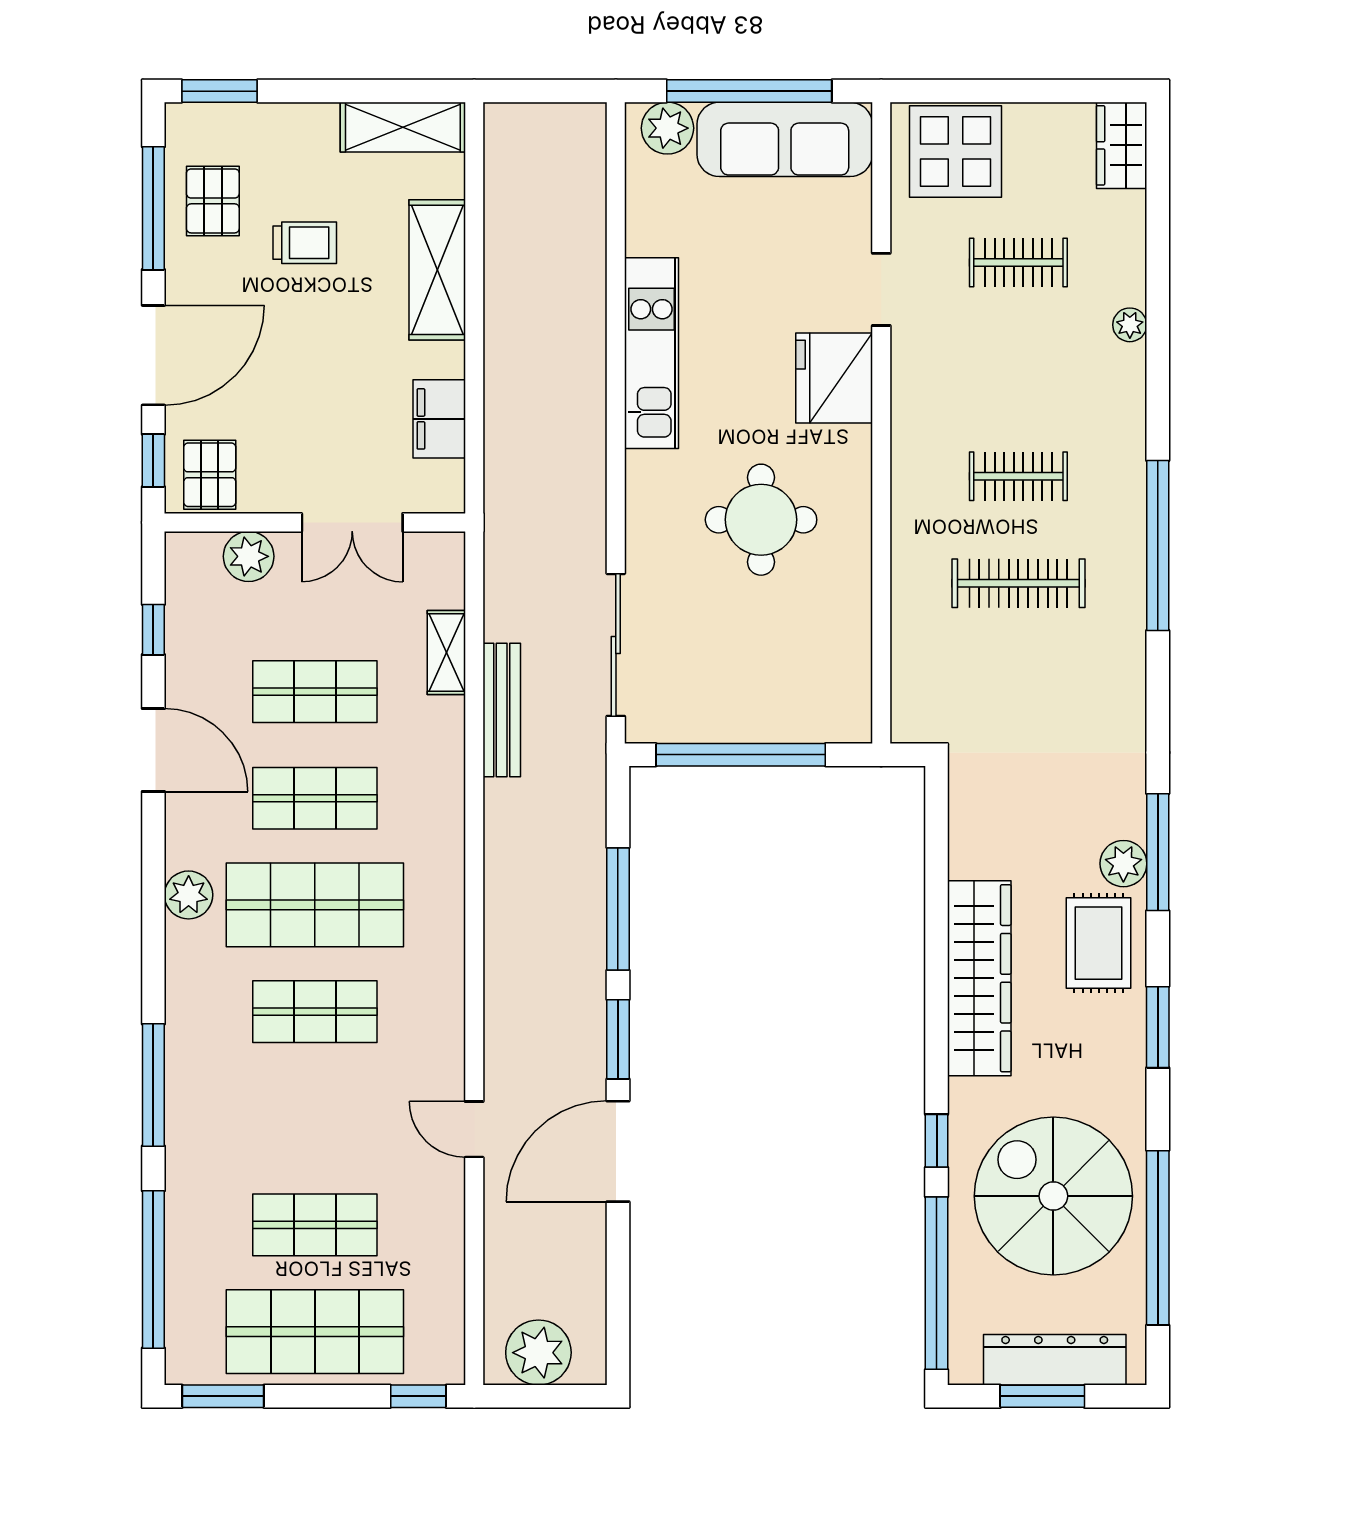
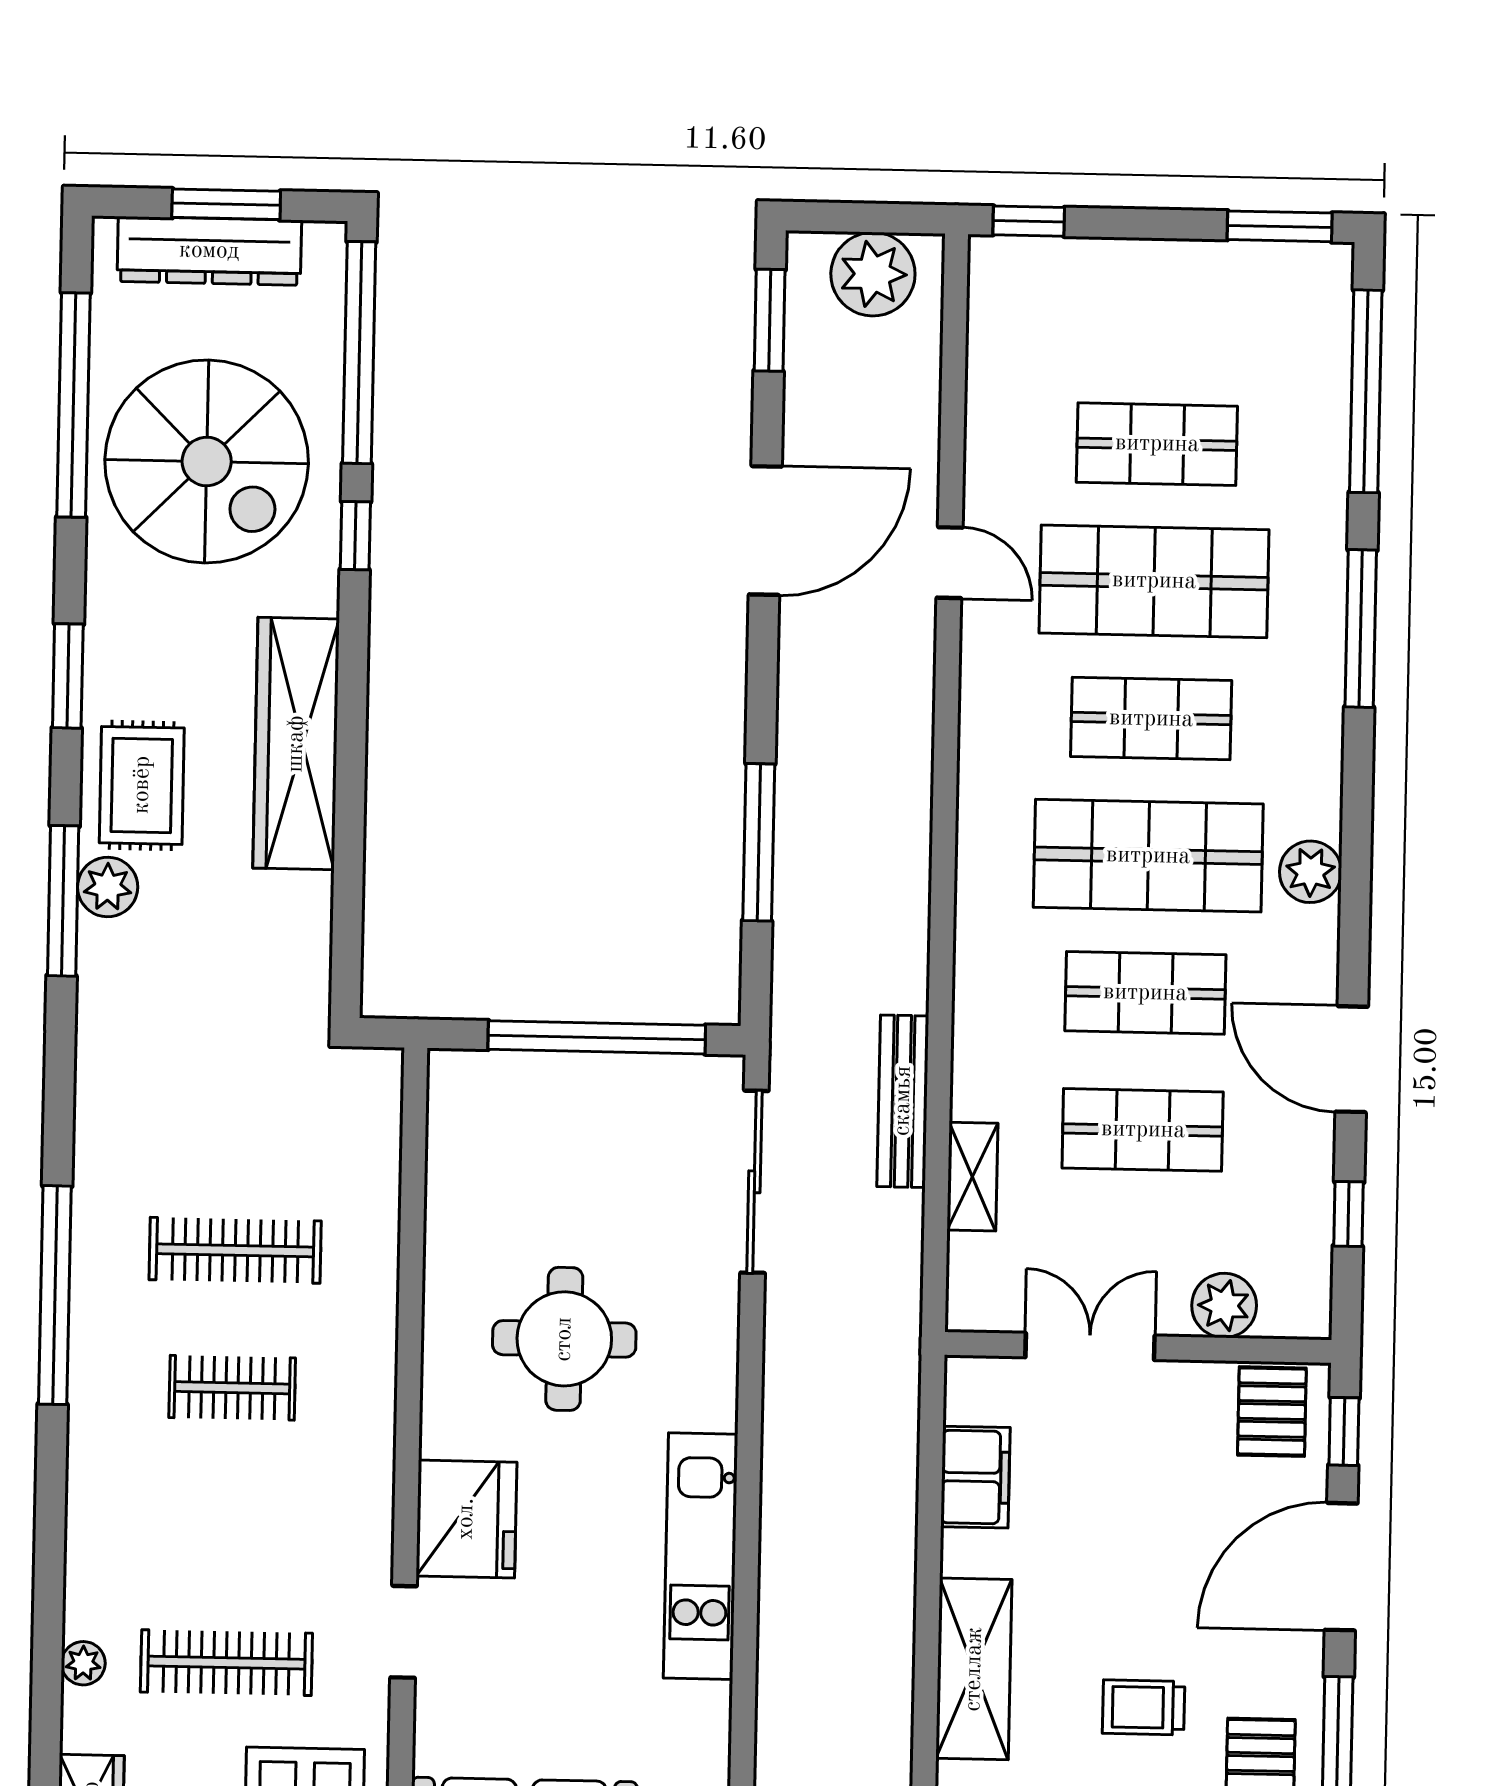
clothes rail: (1018, 263) -> (226, 1663), width x1.36
plant: (1130, 325) -> (83, 1663), moved
window: (618, 1039) -> (770, 320), moved
shop shelf: (315, 1332) -> (1154, 581), moved

